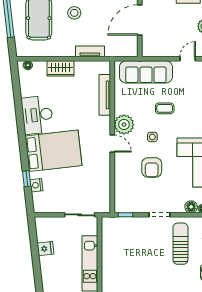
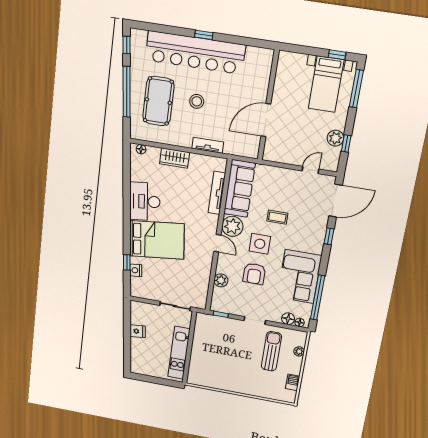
sofa: (146, 72) -> (239, 189), moved, turned -90
side table: (152, 137) -> (260, 244), width x1.87, depth x1.87
plant: (121, 180) -> (221, 280), added

